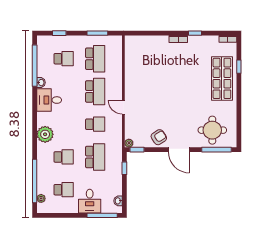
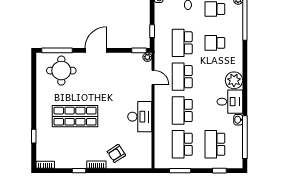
school desk: (64, 59) -> (215, 144), width x1.85
shop shelf: (222, 78) -> (75, 116), moved, turned 90
desk: (136, 85) -> (140, 117), added
door: (123, 107) -> (153, 77), moved
school desk: (95, 124) -> (182, 77), width x1.85
plant: (45, 134) -> (234, 80), moved
armchair: (159, 137) -> (116, 153), moved
door: (179, 150) -> (96, 50), hinge flipped

